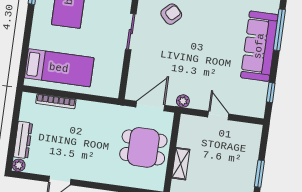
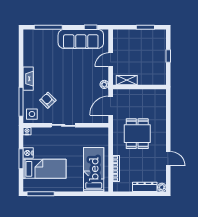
sofa: (259, 46) -> (81, 39), moved
door: (150, 106) -> (111, 106), hinge flipped
dining table: (143, 147) -> (137, 134), moved
shelving: (181, 164) -> (127, 80), moved

